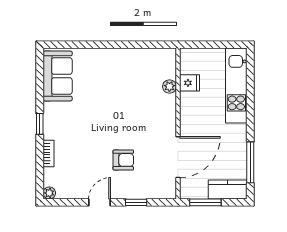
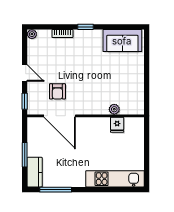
fridge: (190, 83) -> (117, 125), moved
plant: (169, 87) -> (114, 109), moved
wall: (178, 124) -> (86, 116), moved
door: (178, 157) -> (60, 116), moved

